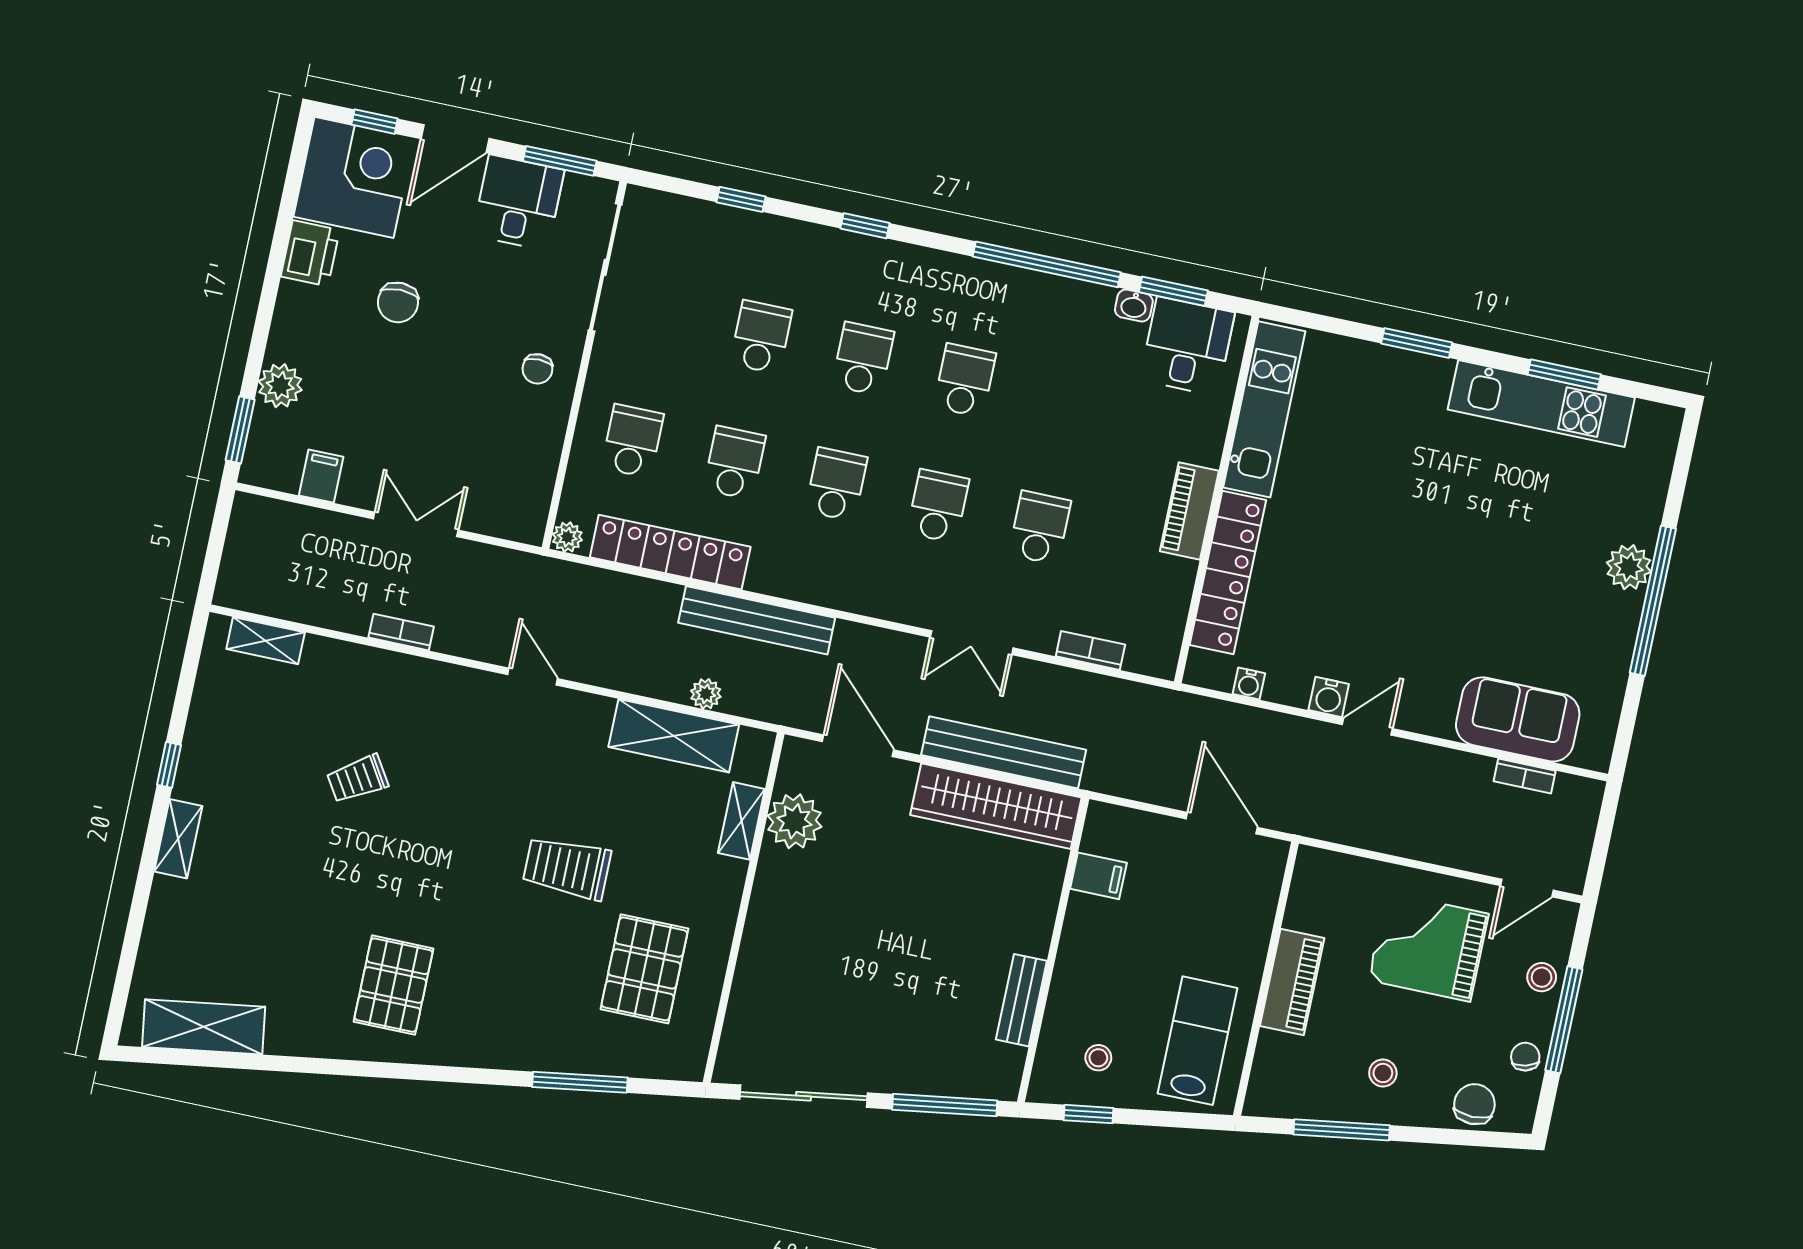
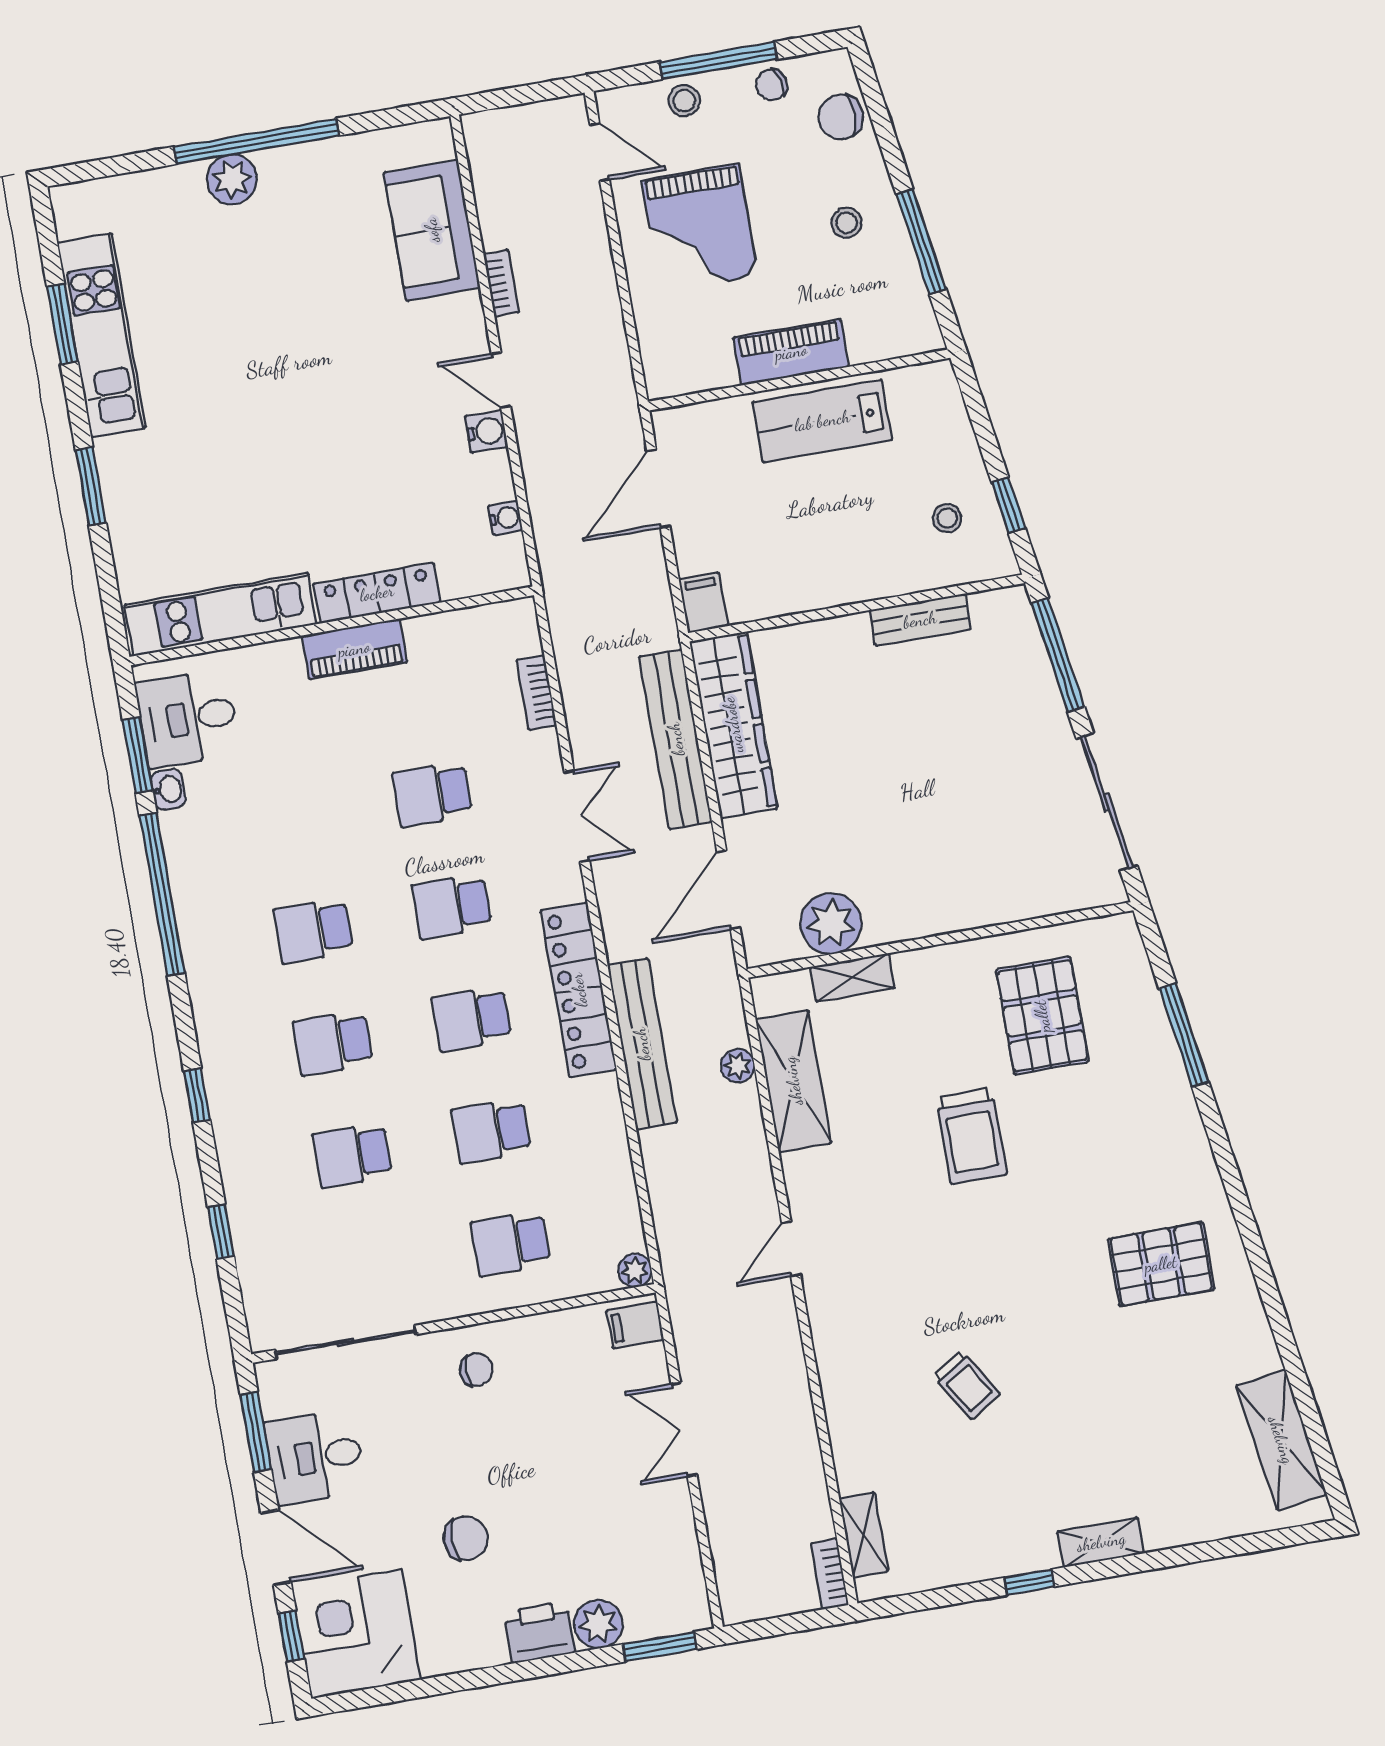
printer: (310, 253) -> (539, 1632), moved
filing cabinet: (321, 476) -> (635, 1325), moved
locker: (670, 552) -> (579, 990), moved
locker: (1228, 573) -> (377, 593), width x0.71, depth x0.83
bookcase: (401, 632) -> (830, 1574), moved
bookcase: (1525, 776) -> (501, 283), moved
filing cabinet: (1098, 876) -> (703, 603), moved
pallet: (644, 969) -> (1042, 1016), turned 90
lab bench: (1198, 1041) -> (822, 421), moved

